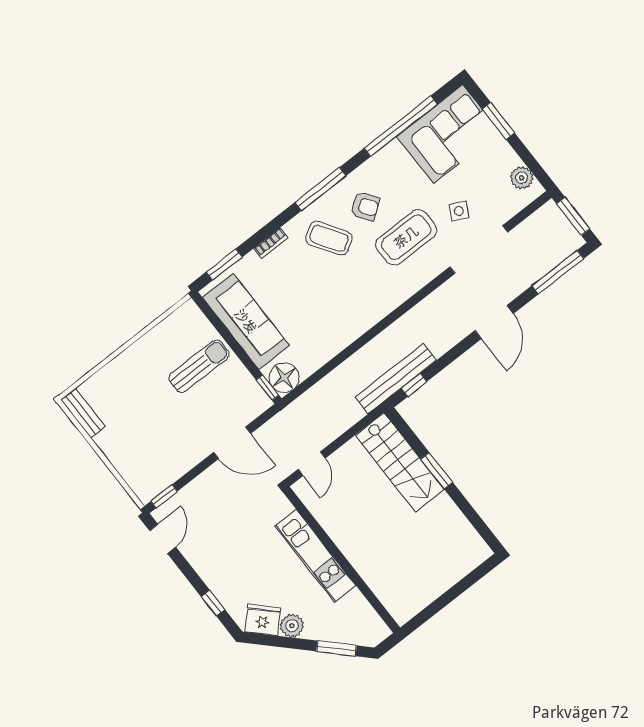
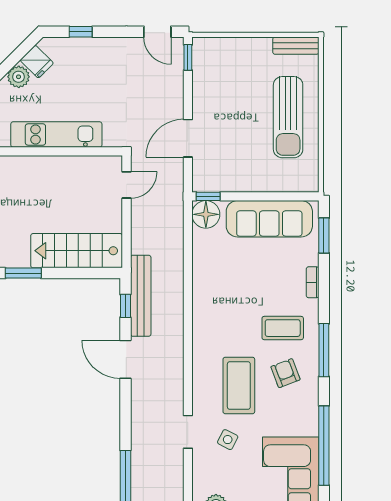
armchair: (365, 206) -> (285, 373), turned 104
coffee table: (329, 238) -> (283, 328), turned 33
doorway: (479, 249) -> (188, 432), width x0.53
door: (494, 322) -> (125, 359), moved
sun lounger: (199, 366) -> (288, 117), moved, width x1.36, depth x1.34
door: (312, 464) -> (126, 185), swing flipped
window: (437, 471) -> (23, 273), moved
fridge: (263, 620) -> (37, 62), width x0.72

